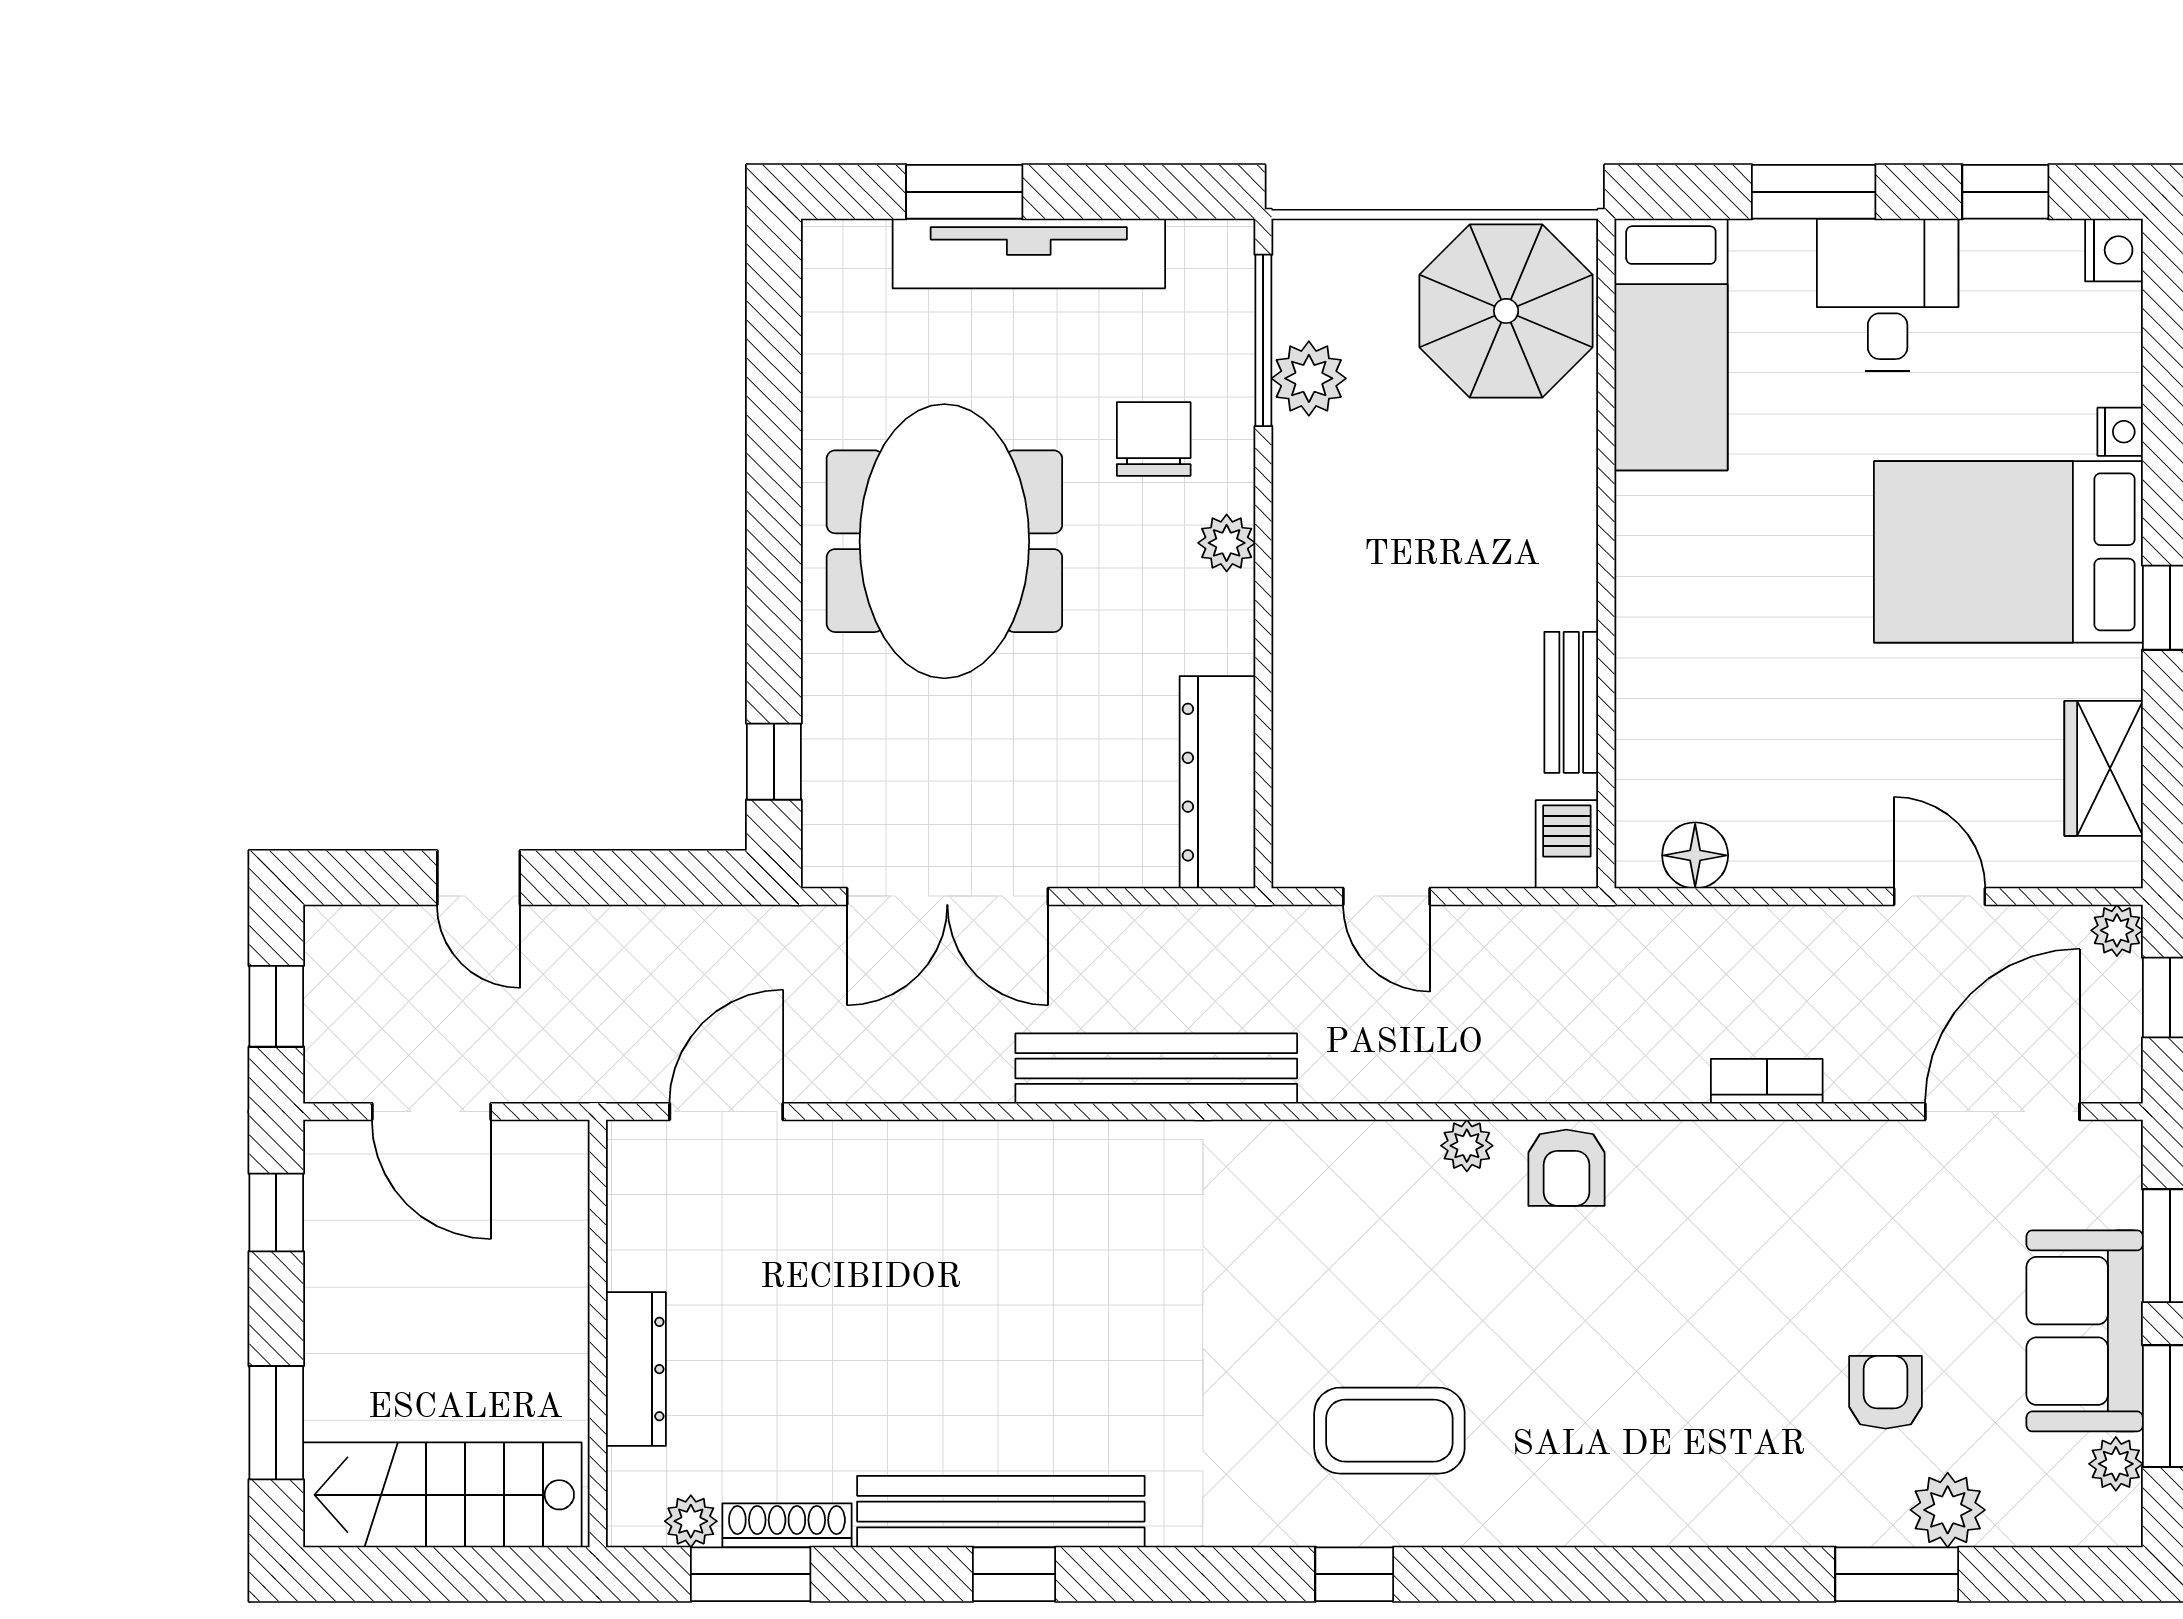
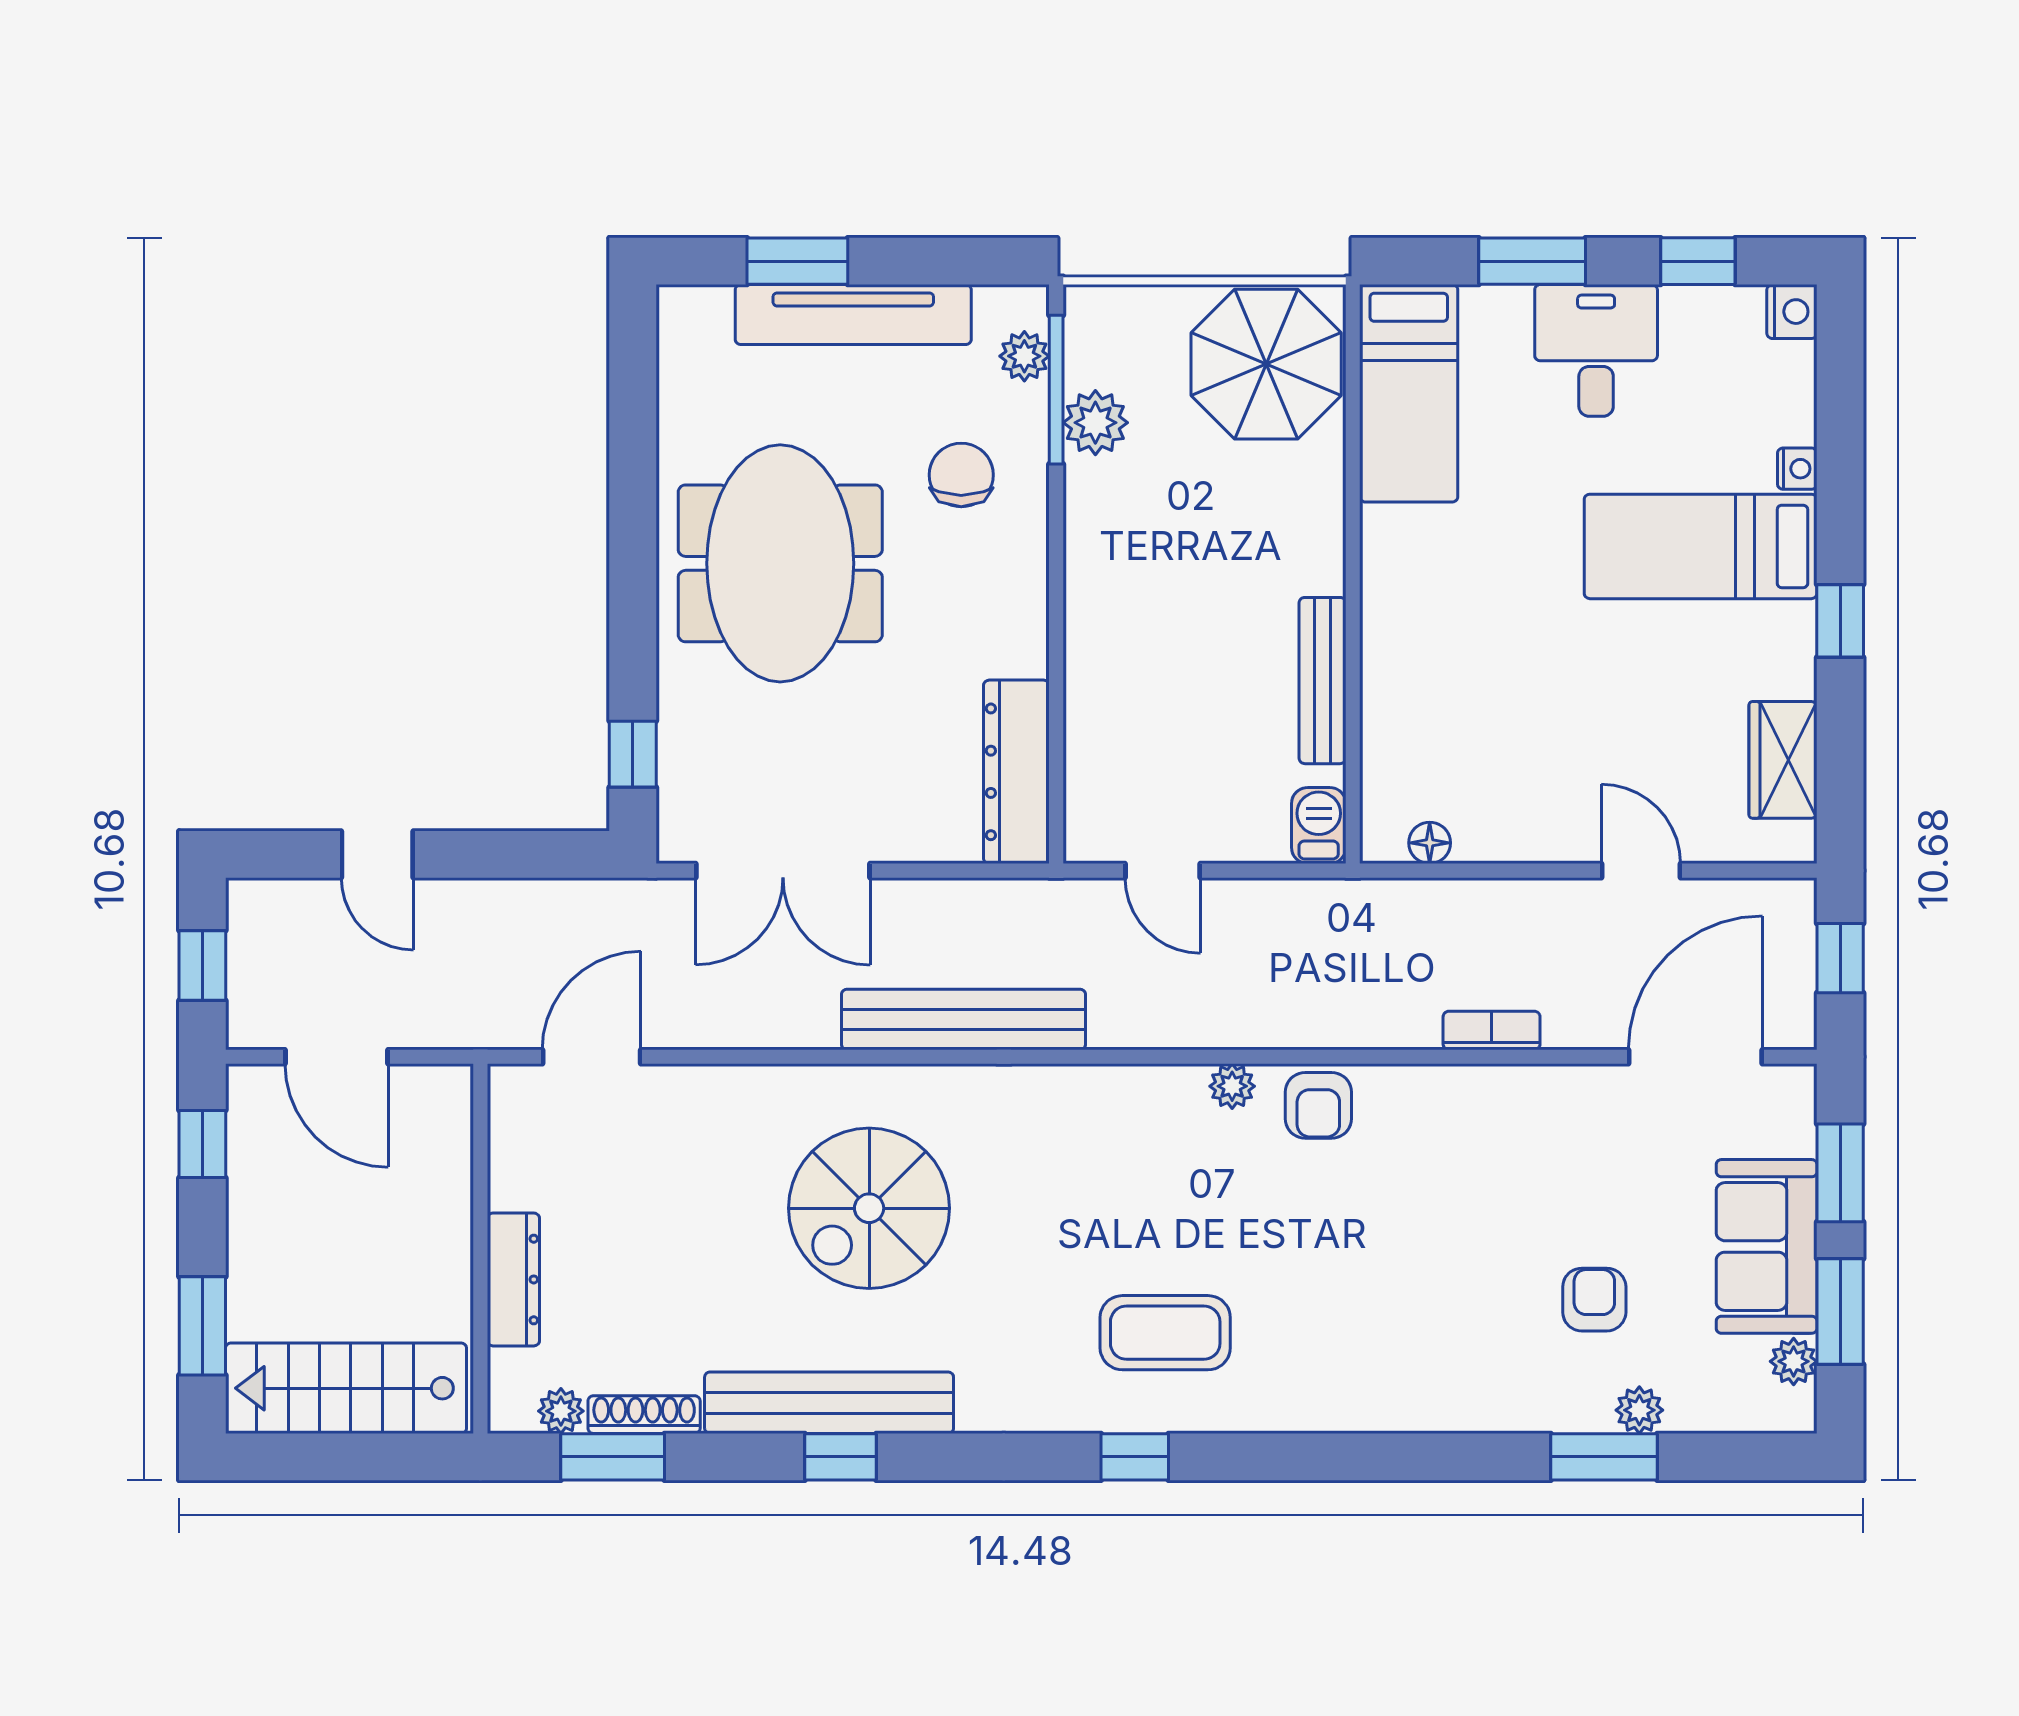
plant: (1227, 543) -> (1024, 356), moved
bed: (2008, 552) -> (1701, 546), width x0.67
bench: (1571, 702) -> (1322, 681), width x1.36
floor lamp: (1695, 855) -> (1430, 843), width x0.73, depth x0.73
plant: (2117, 930) -> (1795, 900), removed
spiral stairs: (1047, 1287) -> (869, 1208), added
plant: (1948, 1510) -> (1639, 1410), width x0.73, depth x0.73

